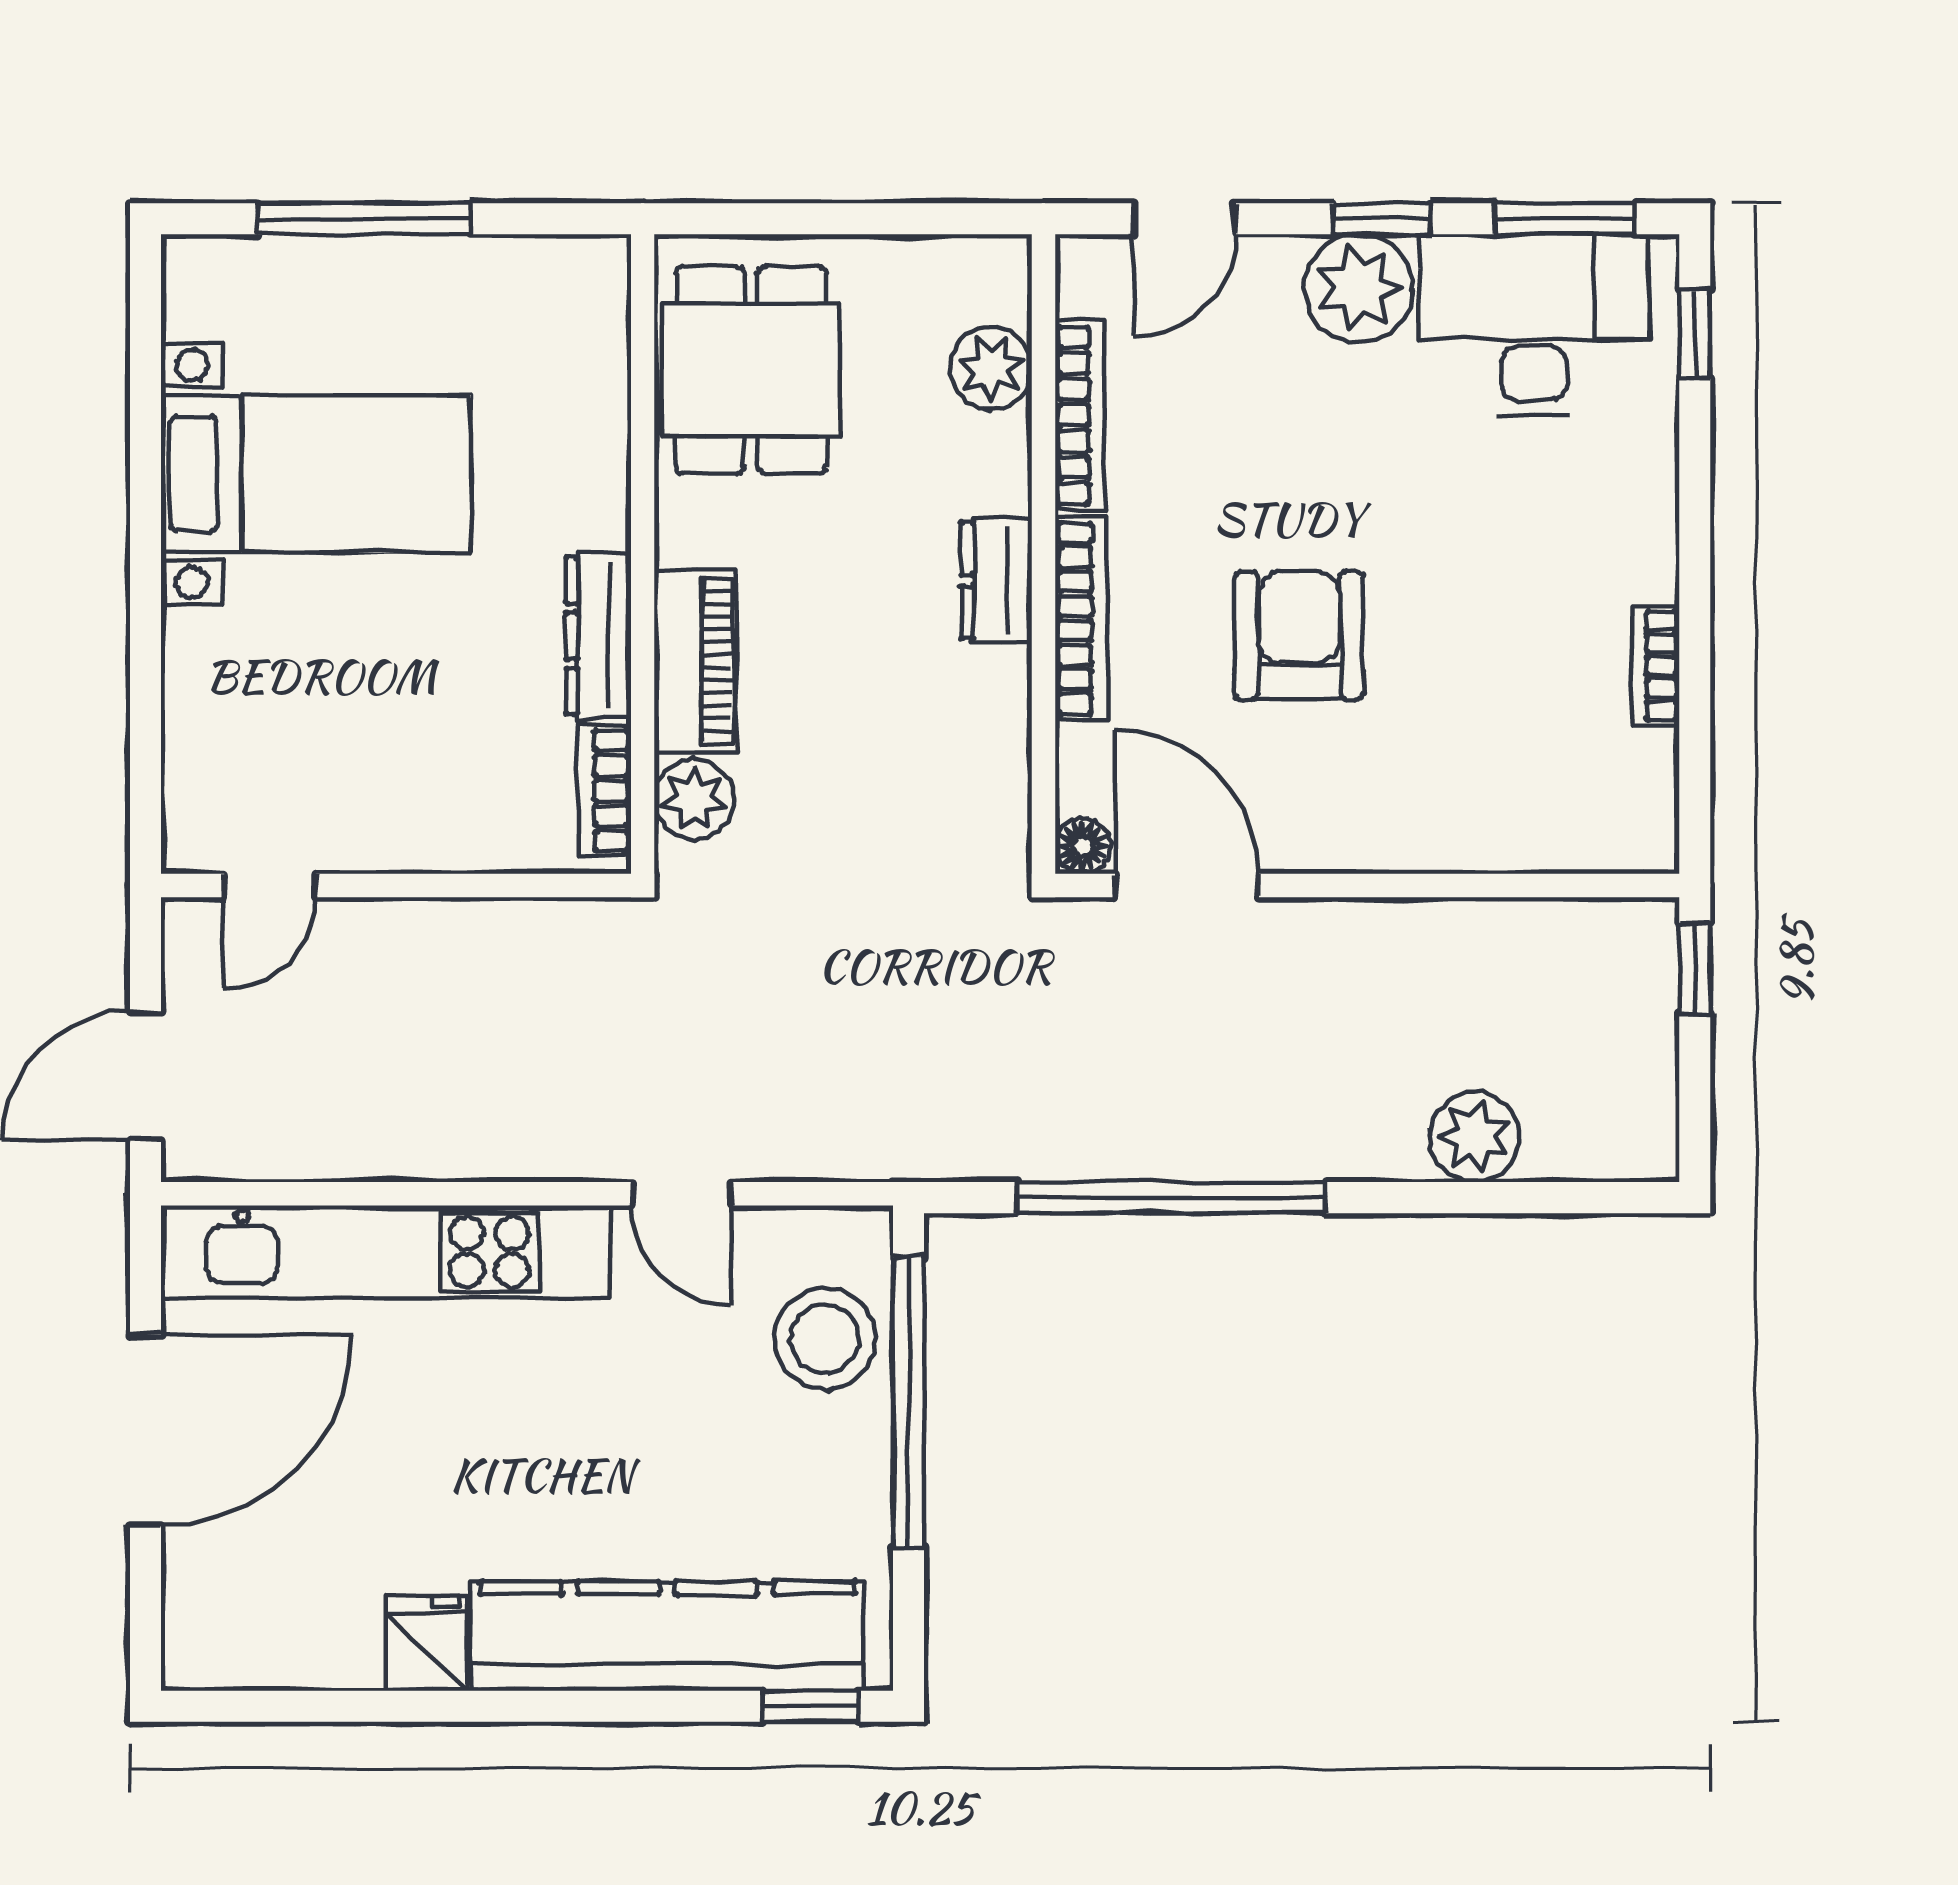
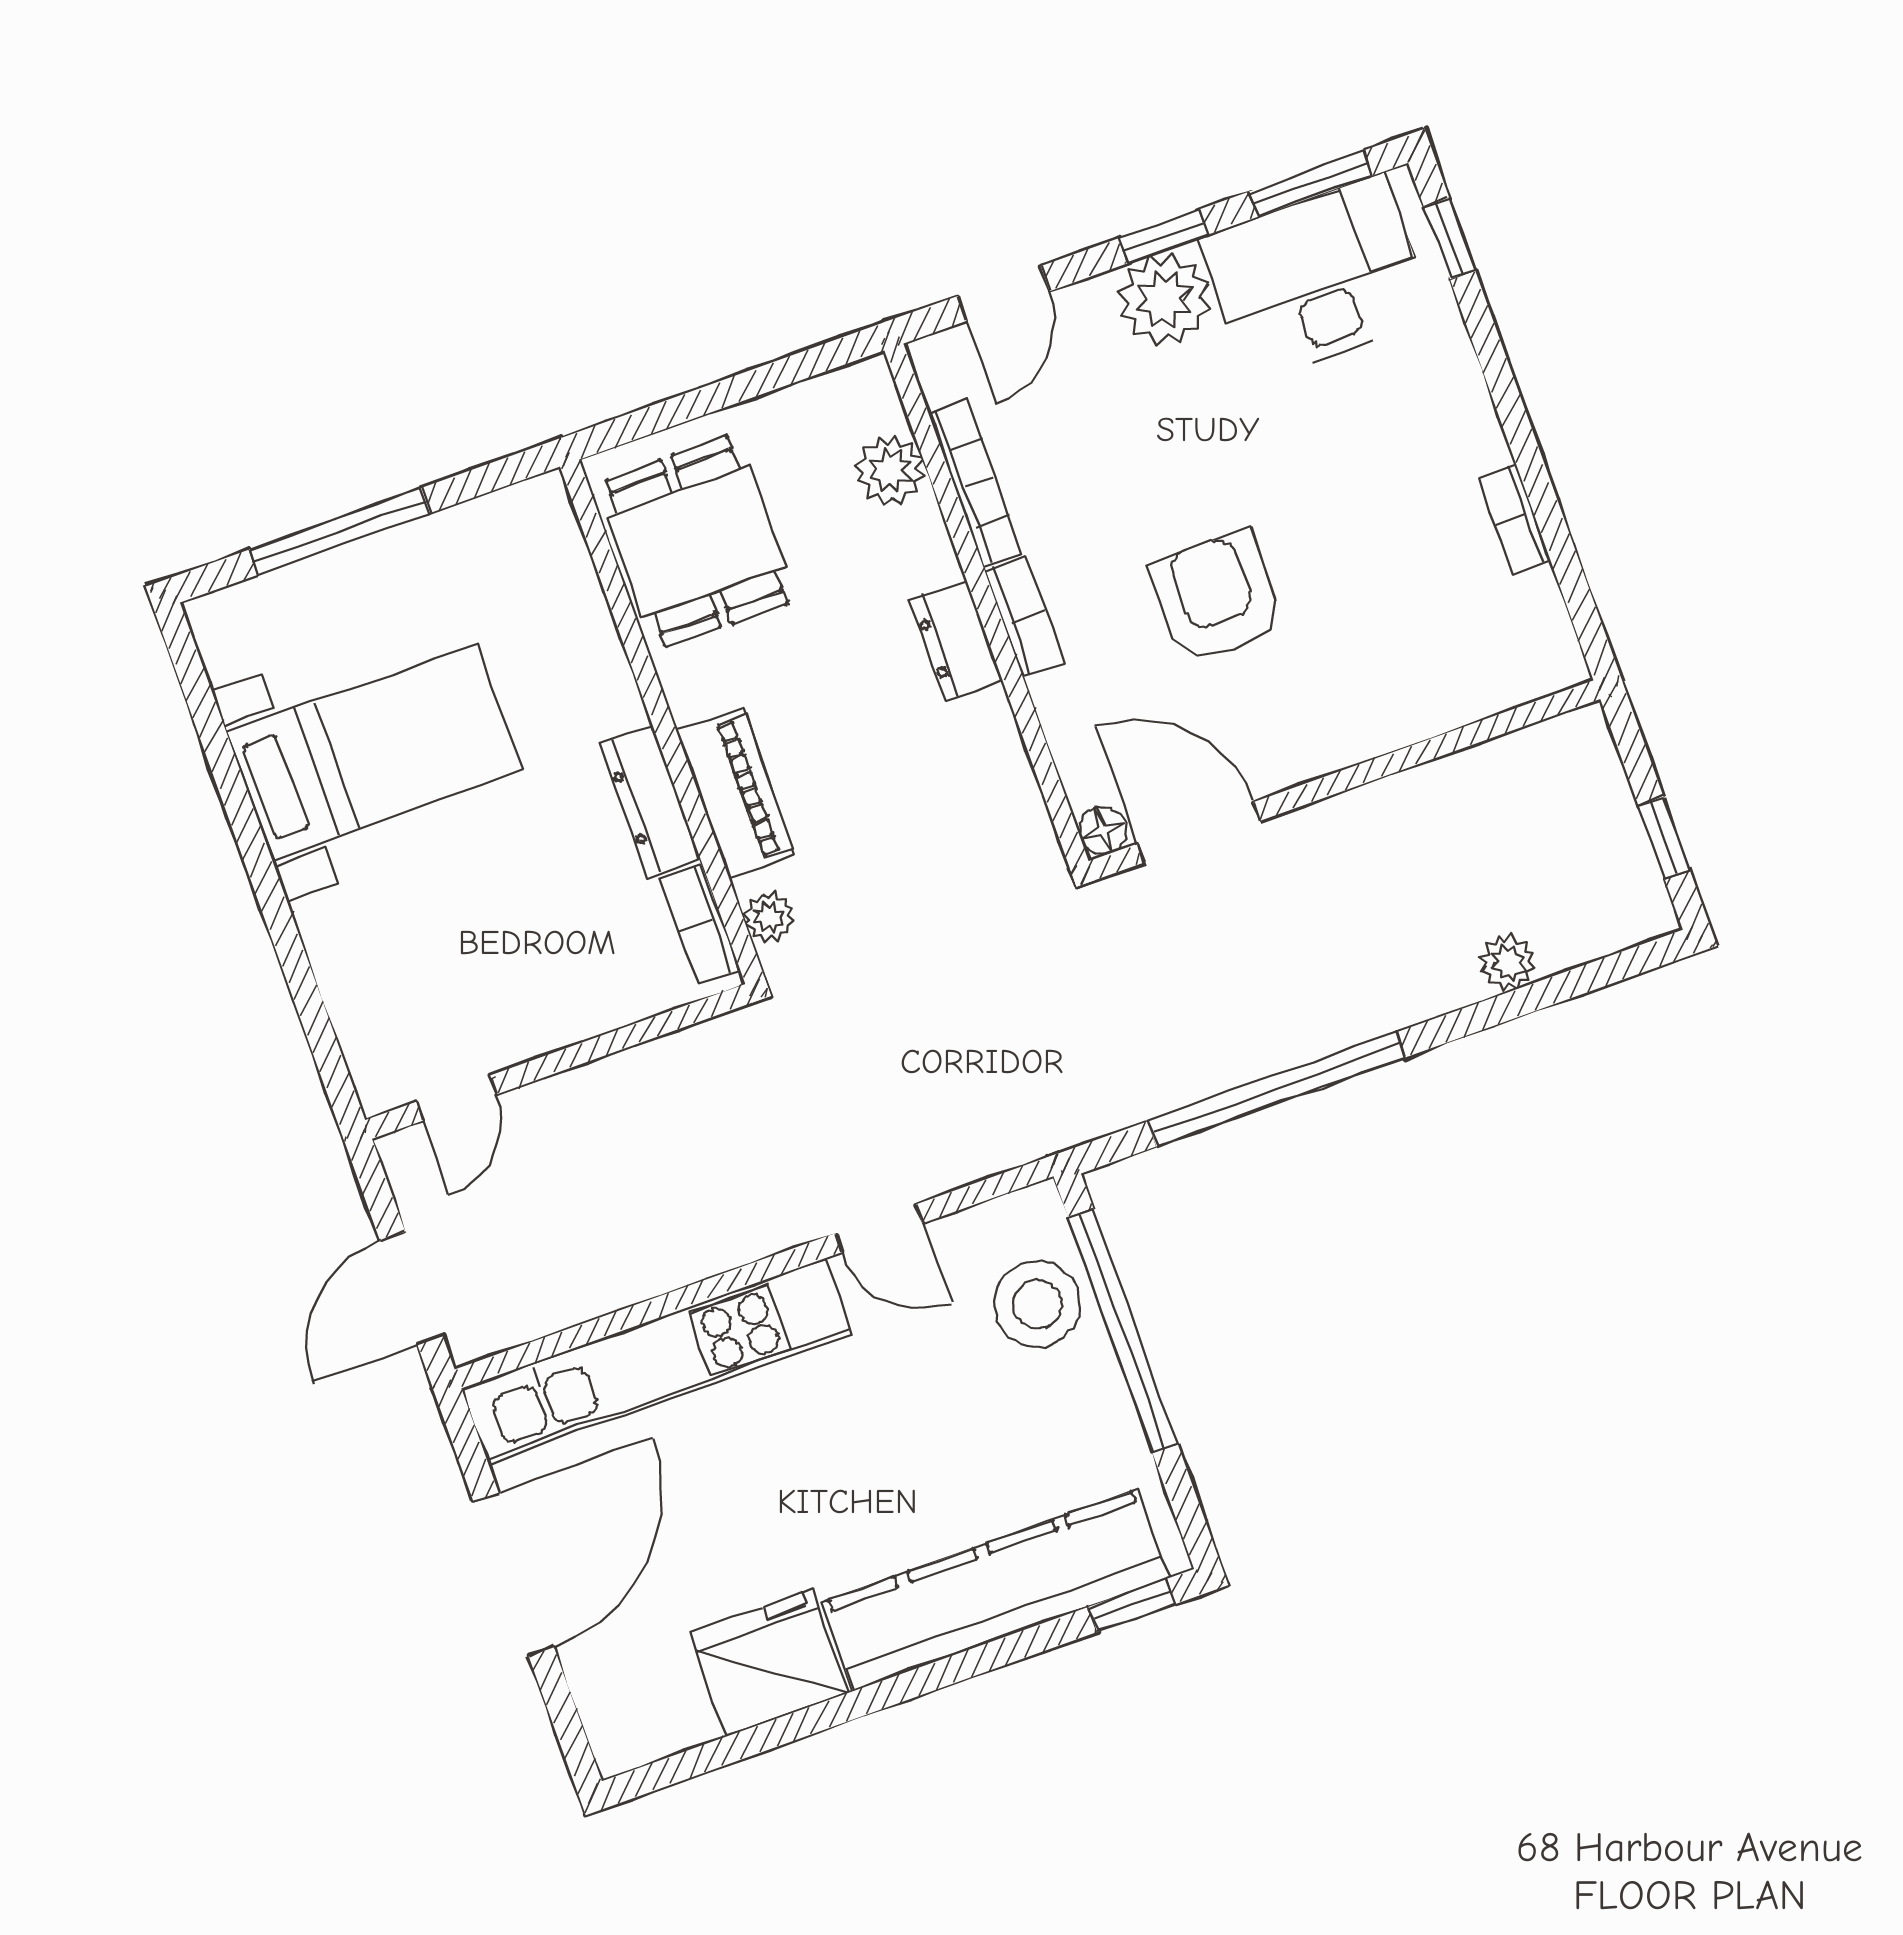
bookcase: (1081, 618) -> (1025, 617), width x0.64
plant: (694, 799) -> (769, 917), width x0.73, depth x0.73
window: (1695, 968) -> (1664, 838), moved
plant: (1475, 1137) -> (1508, 962), width x0.73, depth x0.73
fridge: (426, 1643) -> (769, 1663), width x1.88, depth x1.34

